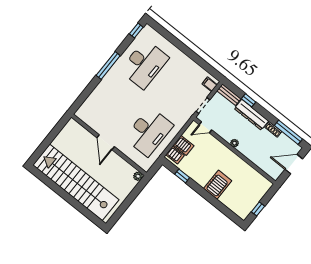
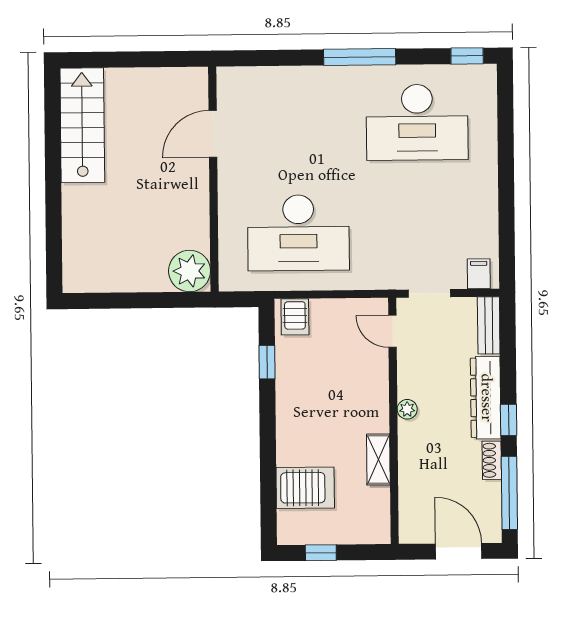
window: (249, 100) -> (509, 420), moved
door: (106, 142) -> (213, 134), moved
server rack: (184, 145) -> (326, 318), removed
shelving: (243, 166) -> (378, 459), added
plant: (138, 176) -> (190, 271), width x1.87, depth x1.87
stairs: (76, 182) -> (82, 125), width x0.54, depth x0.66
server rack: (218, 185) -> (305, 488), moved

